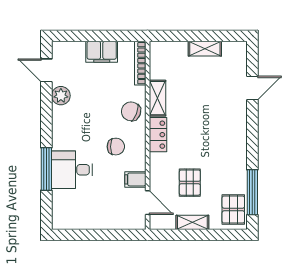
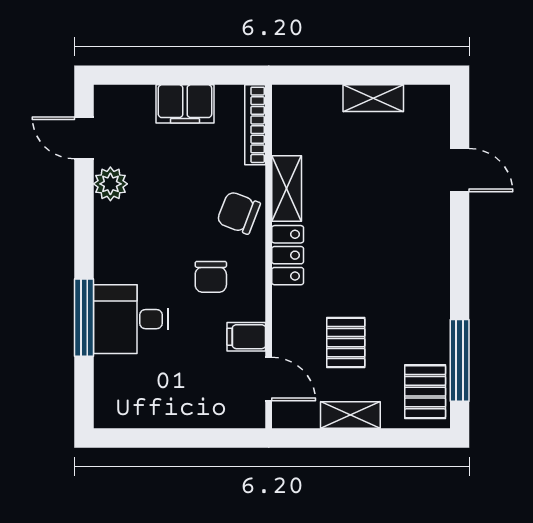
door: (252, 88) -> (460, 170), hinge flipped
chair: (116, 147) -> (211, 277), turned 90

